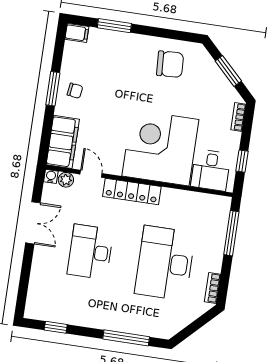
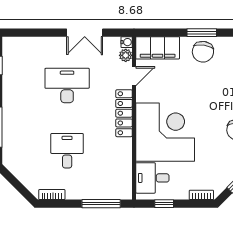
chair: (75, 91) -> (203, 52), width x1.87, depth x1.87
desk: (165, 263) -> (67, 151), width x0.53, depth x0.77

